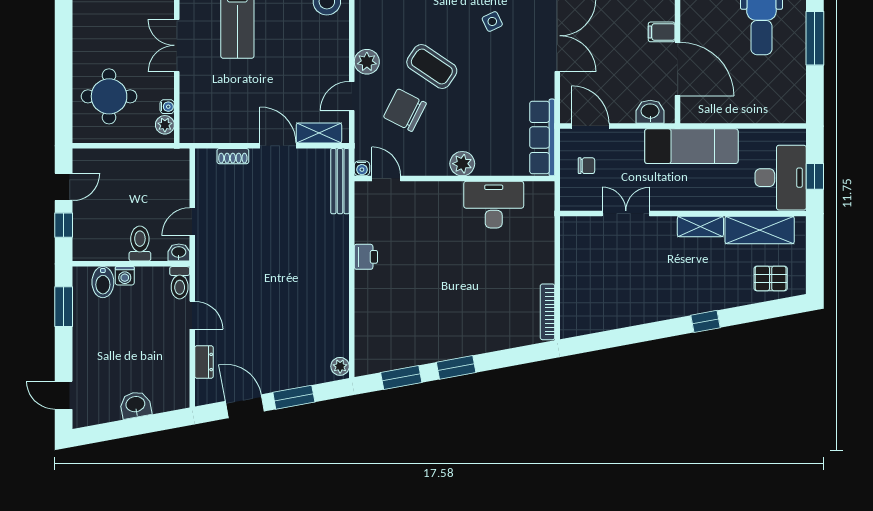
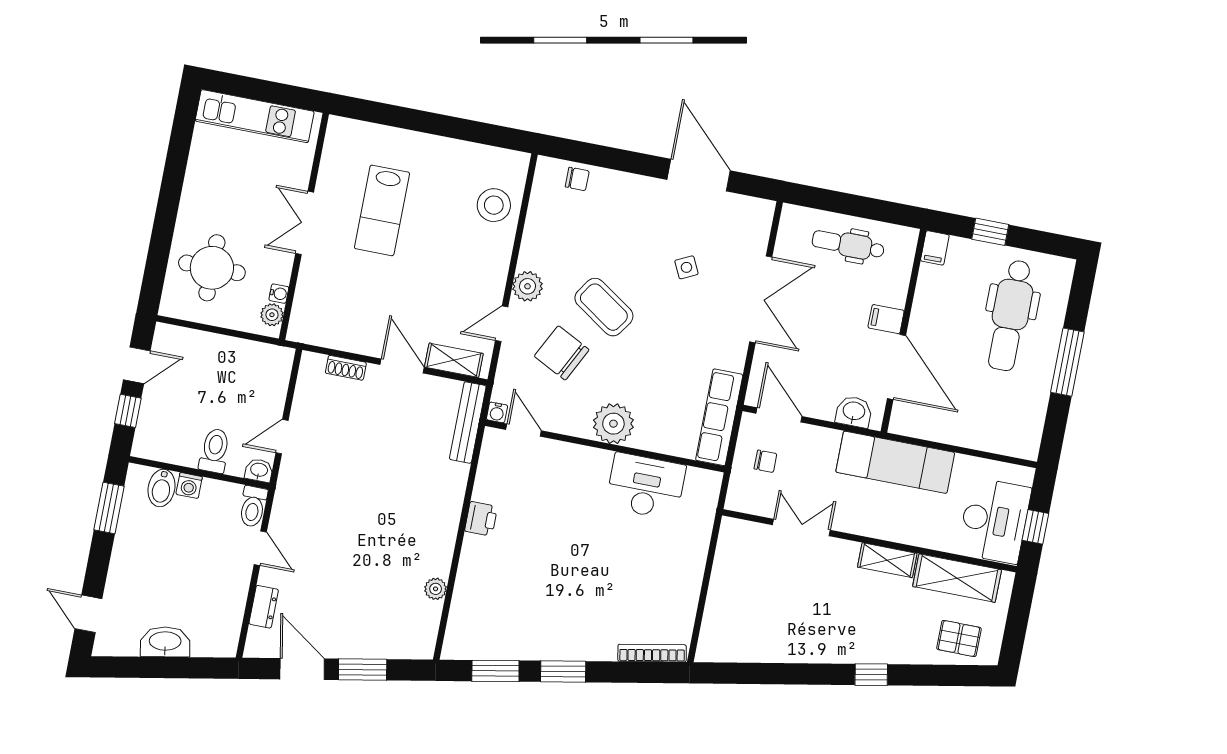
plant: (462, 164) -> (613, 424), width x1.36, depth x1.36
bookcase: (547, 312) -> (652, 653), moved, turned 80
plant: (340, 366) -> (436, 589), moved
washbasin: (135, 405) -> (165, 642), width x1.38

